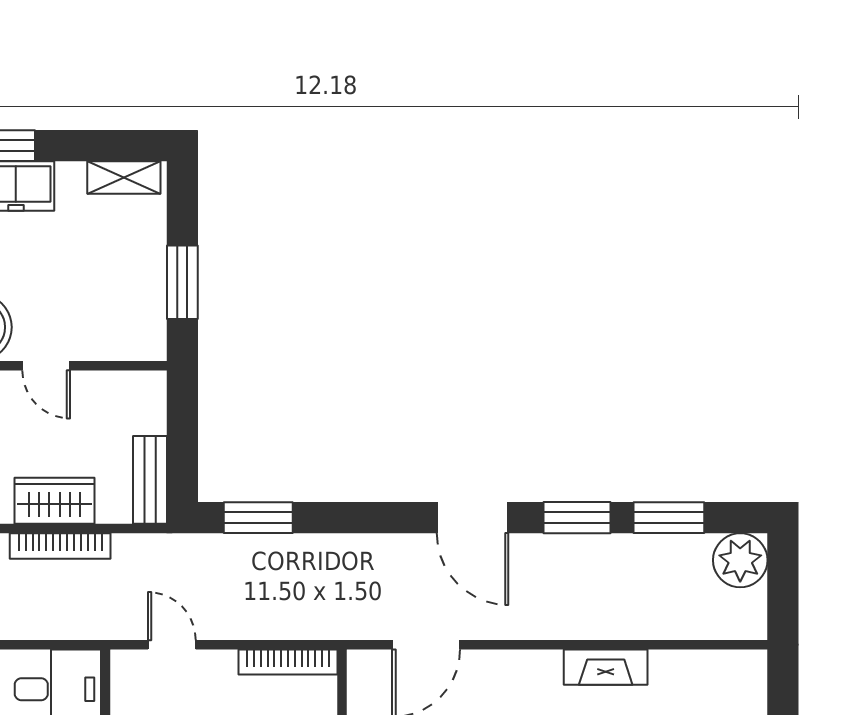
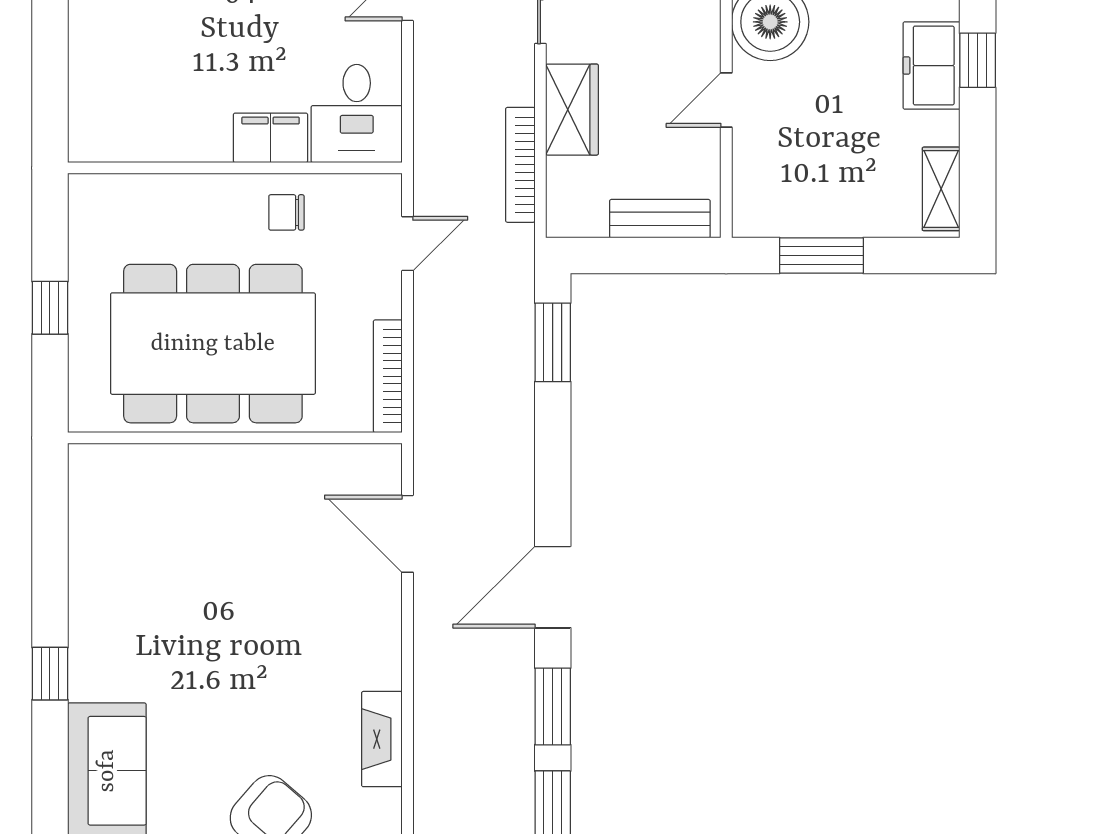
bench: (150, 480) -> (660, 219), moved
bookcase: (60, 546) -> (520, 165), moved

